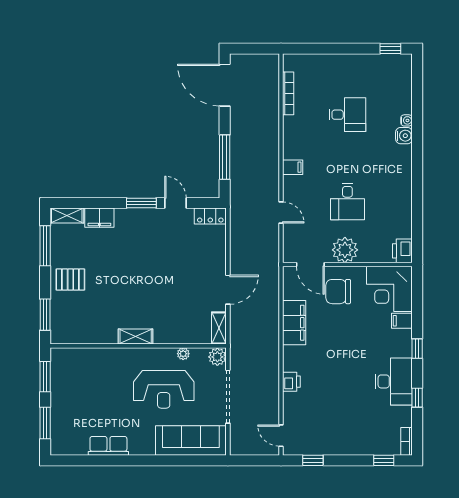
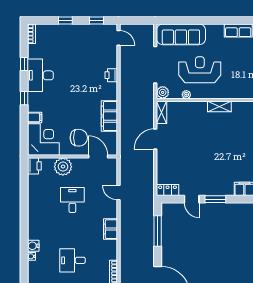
filing cabinet: (293, 167) -> (110, 229), width x2.00
plant: (345, 250) -> (63, 167), moved
window: (384, 460) -> (65, 21), moved

